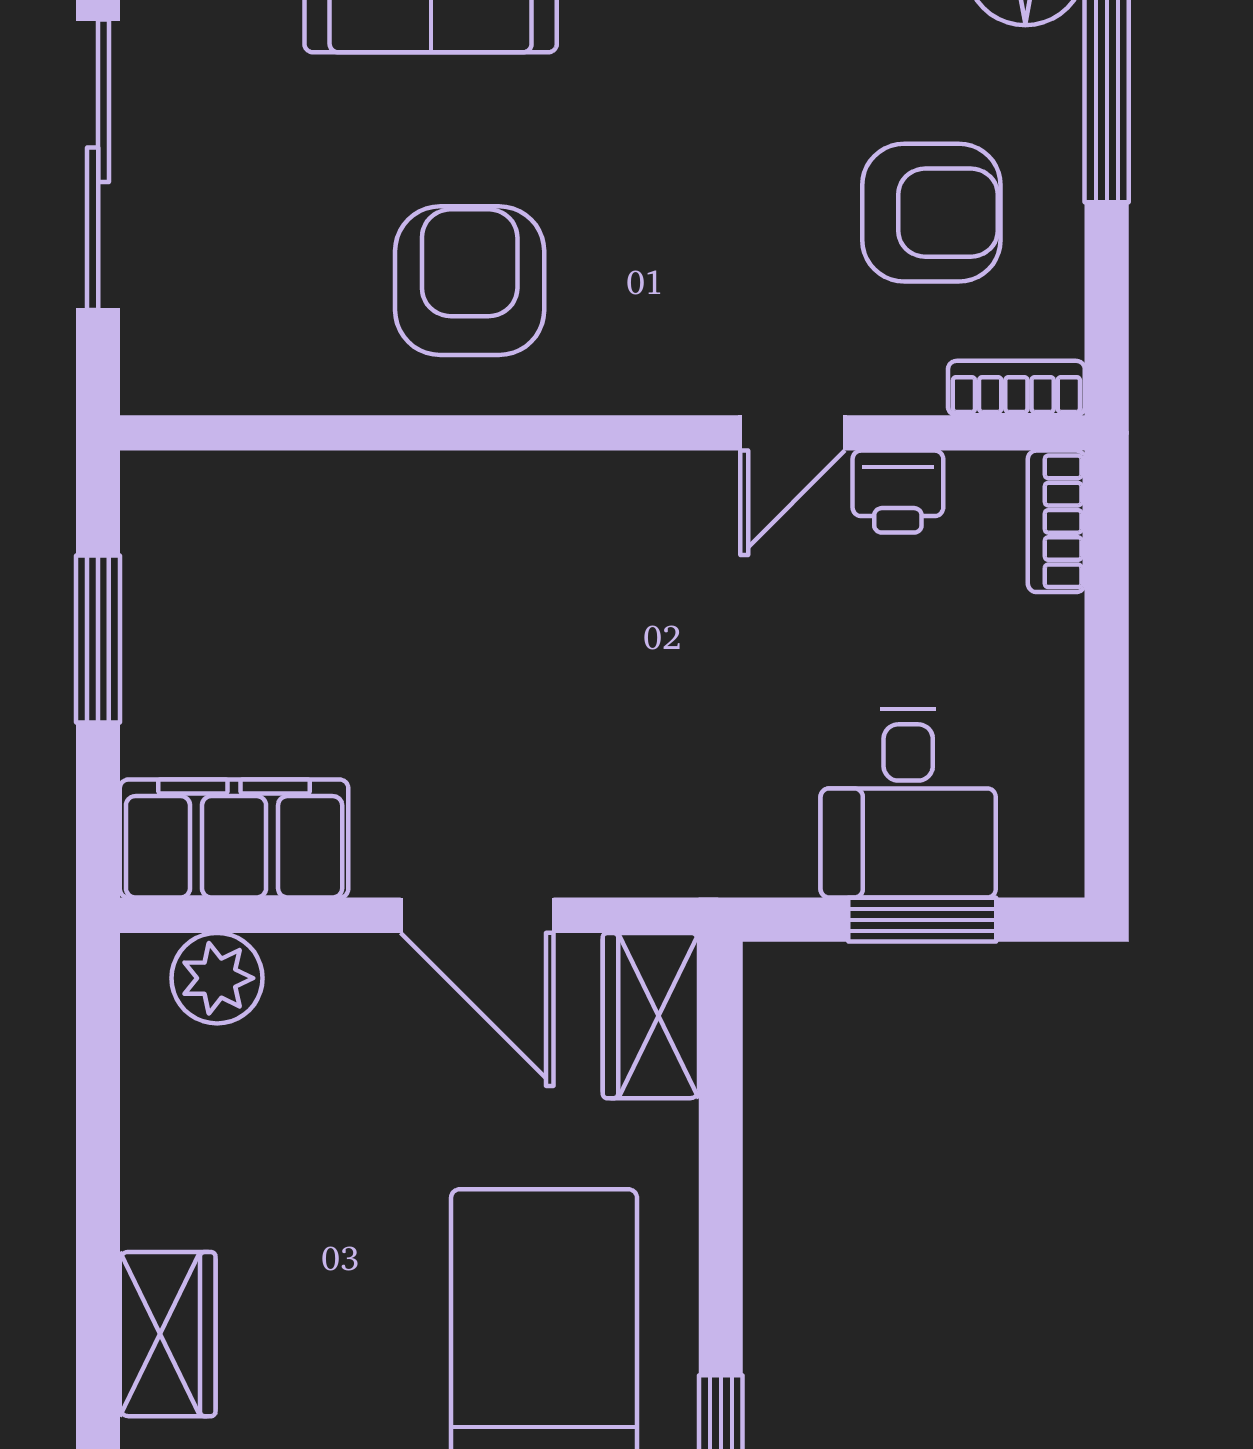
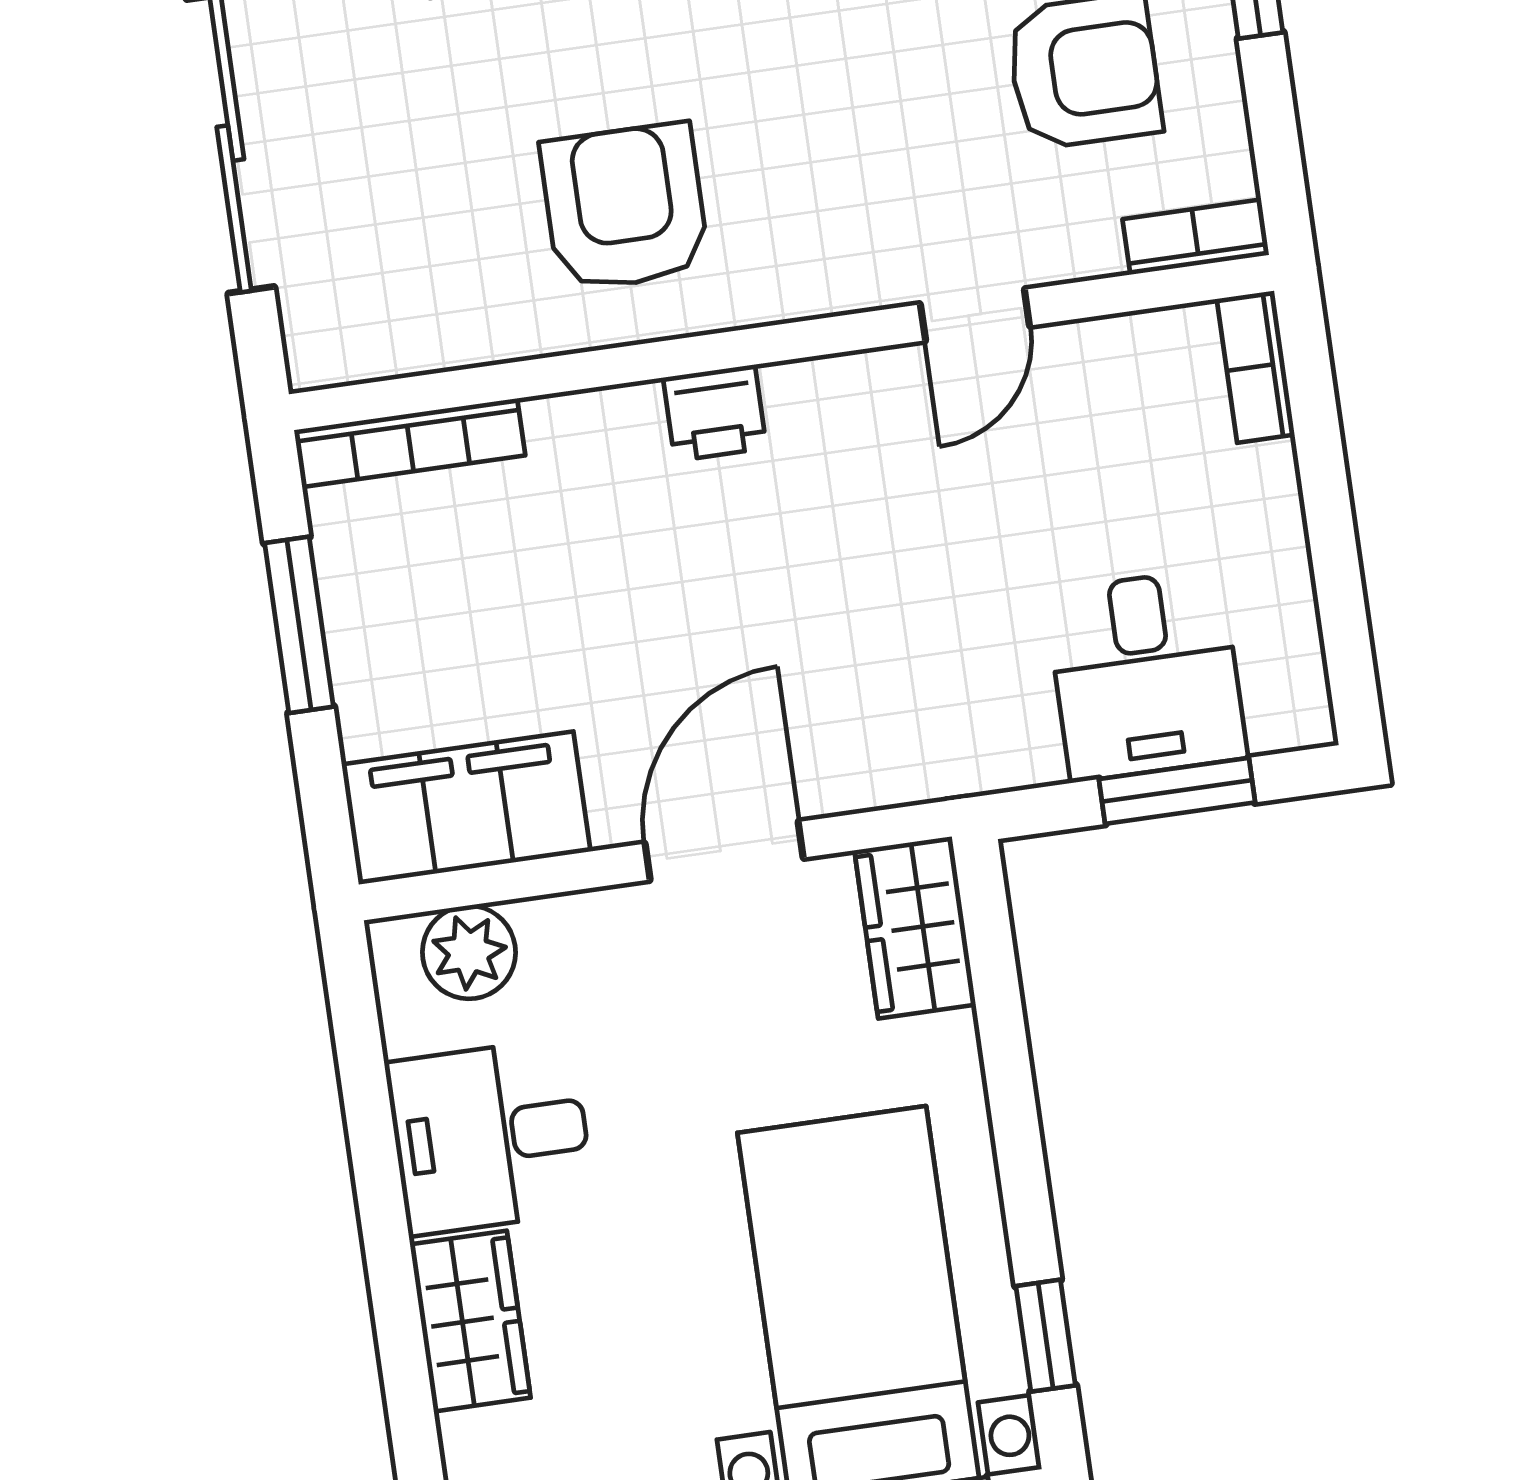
bookcase: (230, 479) -> (410, 443), added
printer: (898, 492) -> (715, 413), moved
door: (477, 915) -> (724, 851), swing flipped
desk: (213, 1159) -> (491, 1137), added

